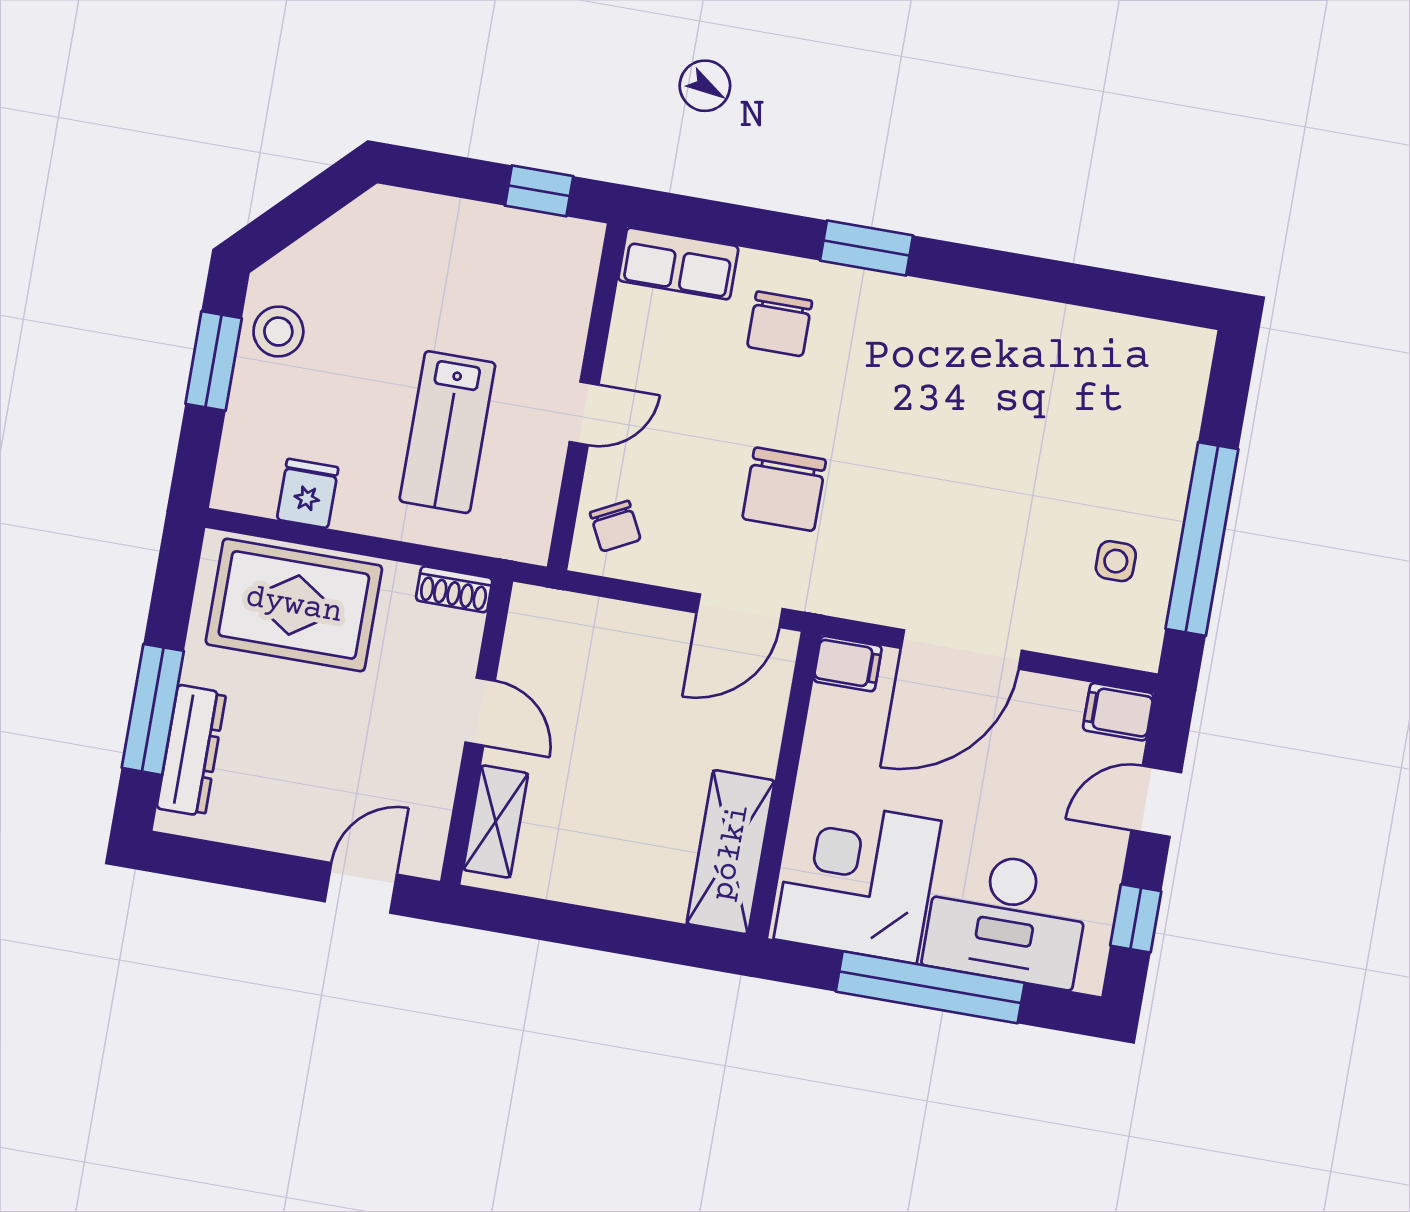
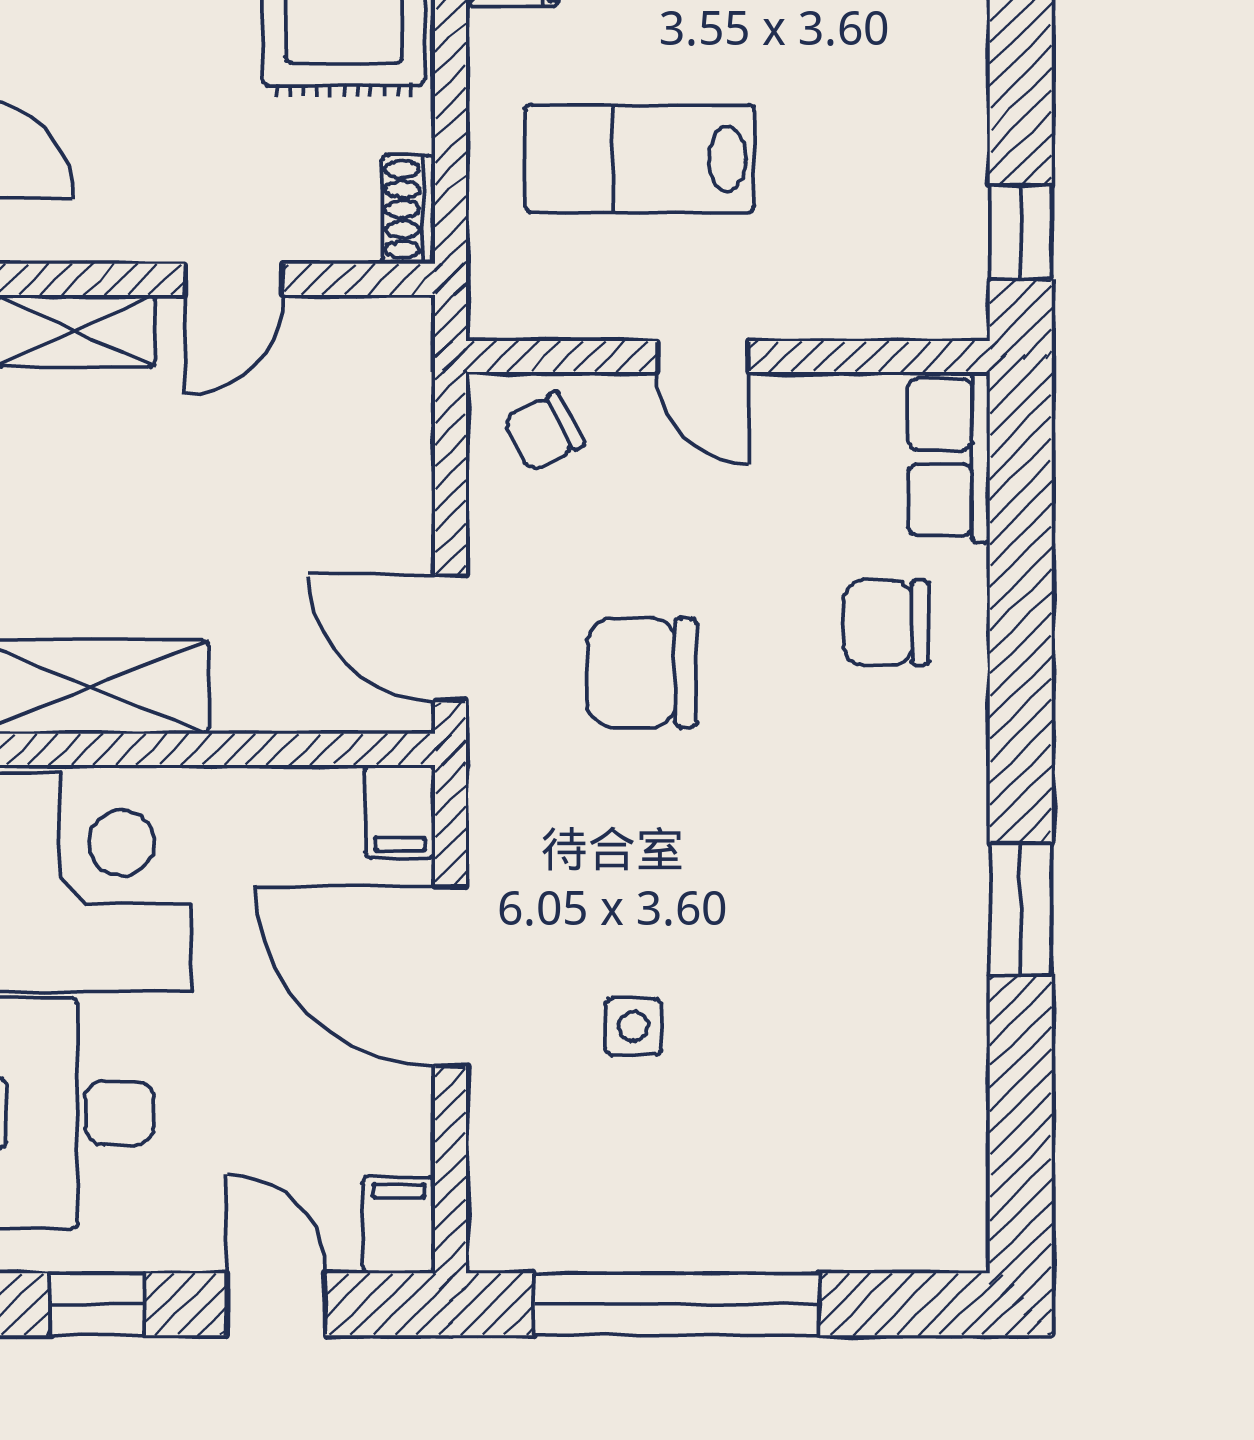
window: (867, 248) -> (1021, 909), moved
side table: (1116, 561) -> (633, 1026), moved

